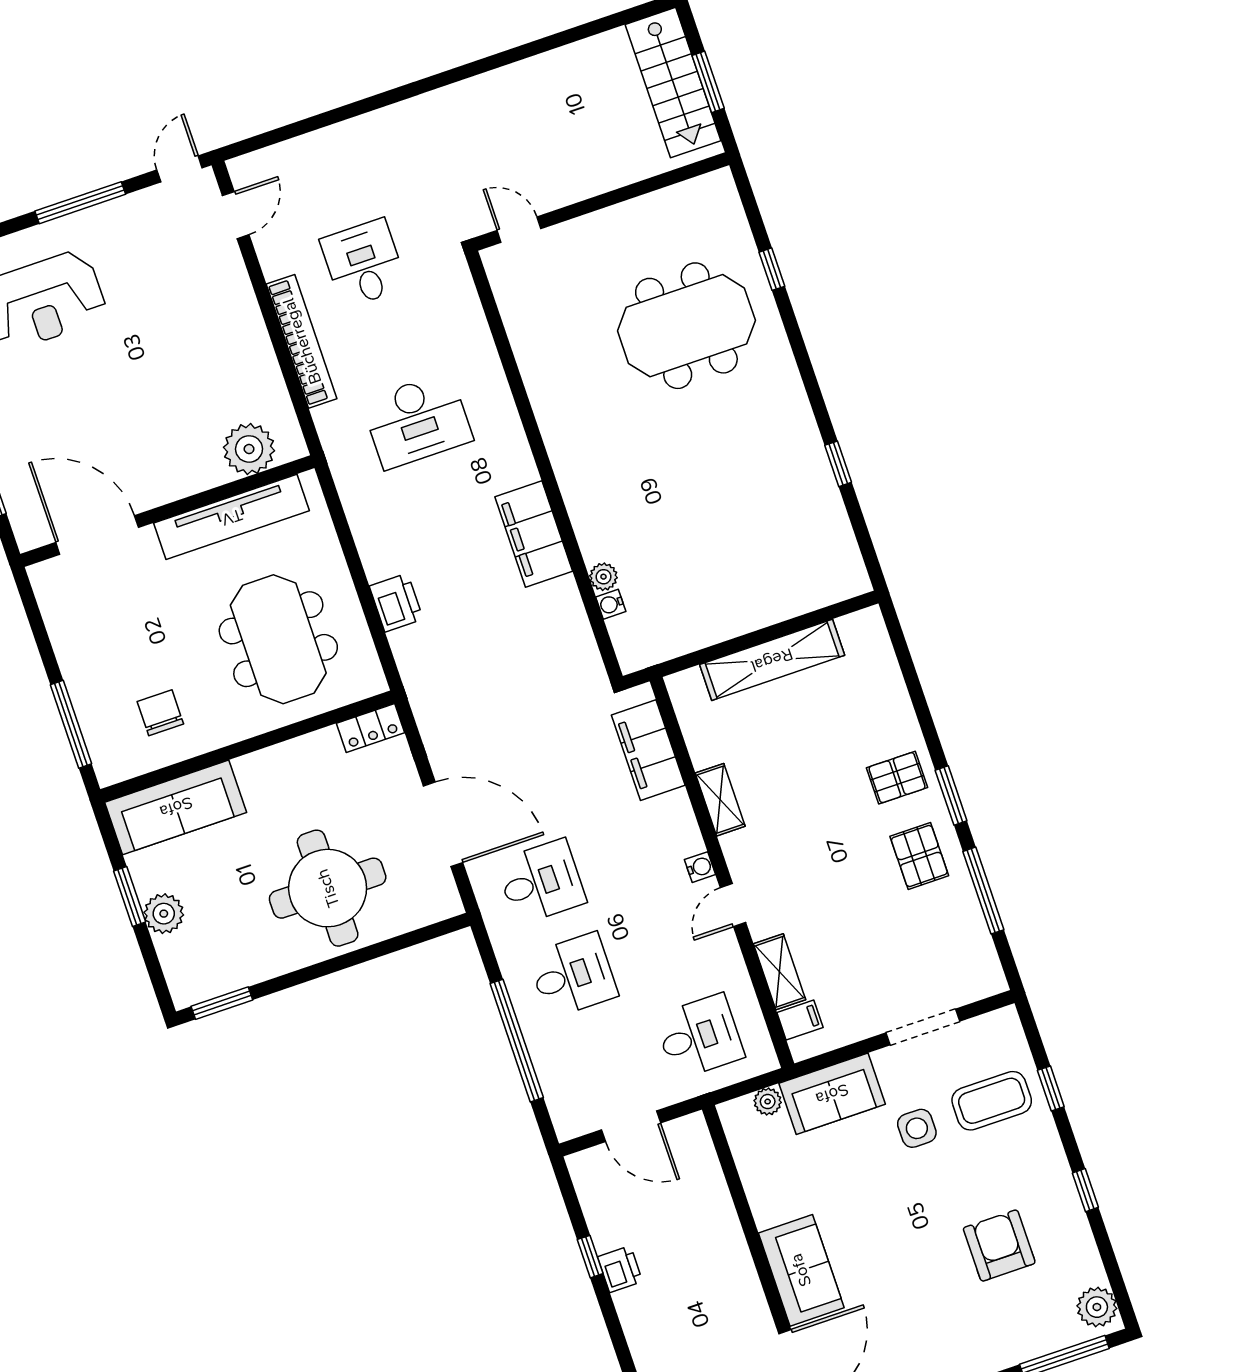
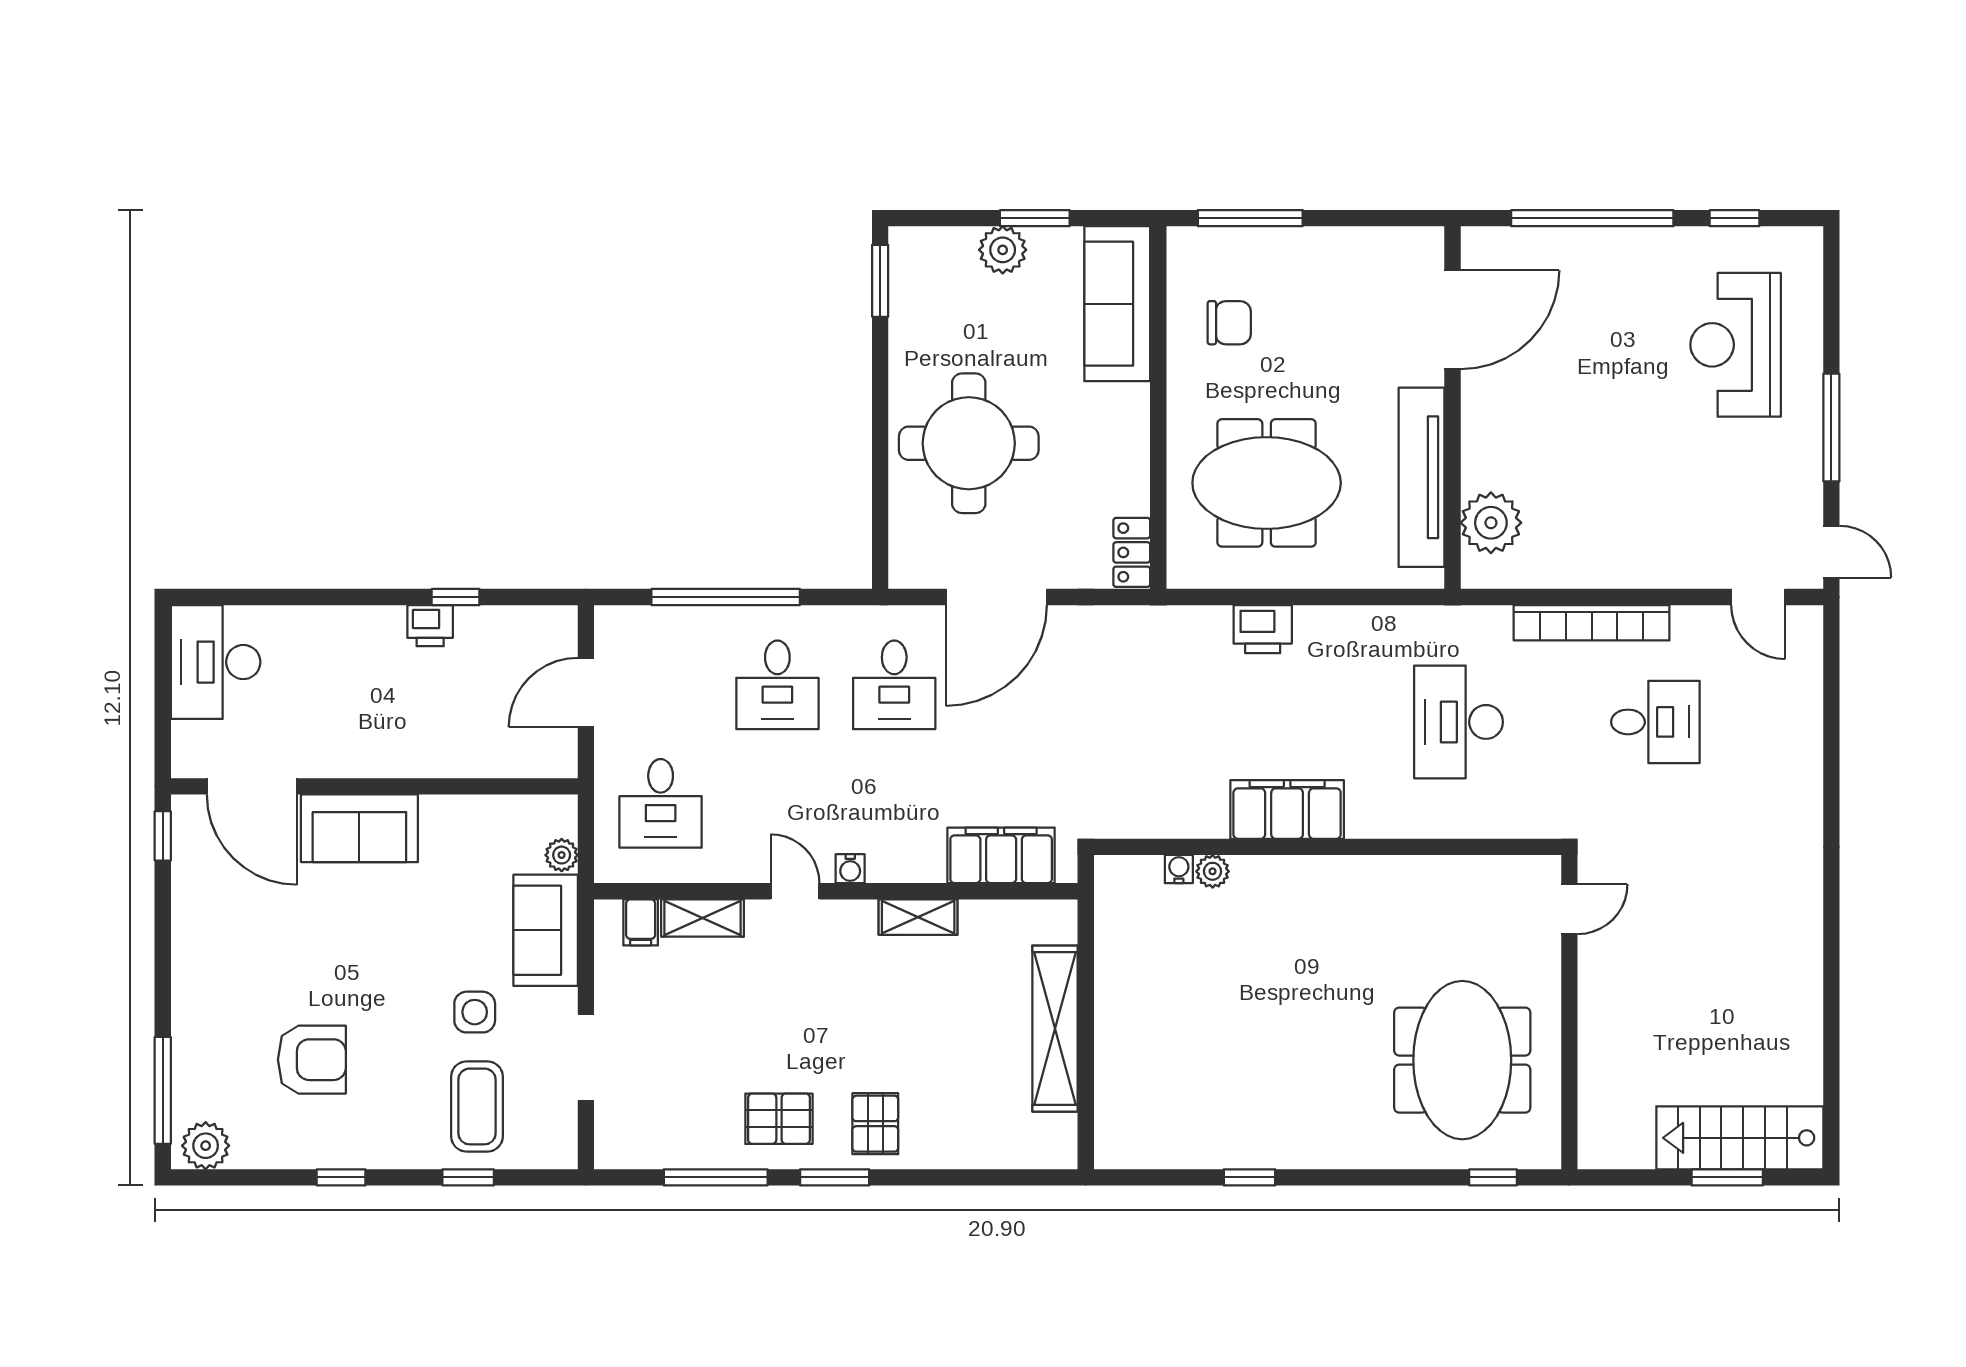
wall: (601, 201) -> (1569, 1012), moved
door: (519, 230) -> (1569, 909), moved

